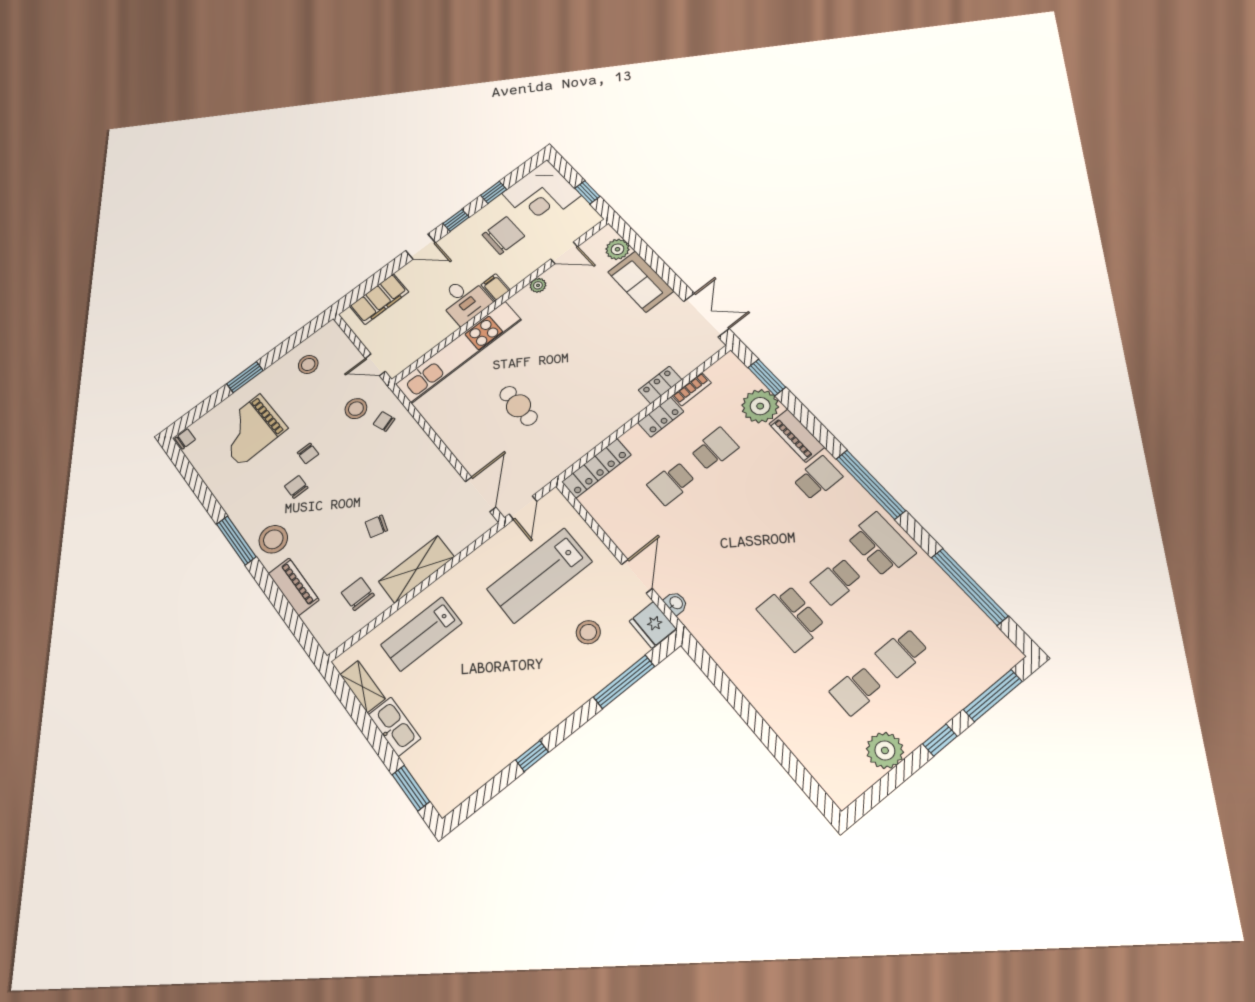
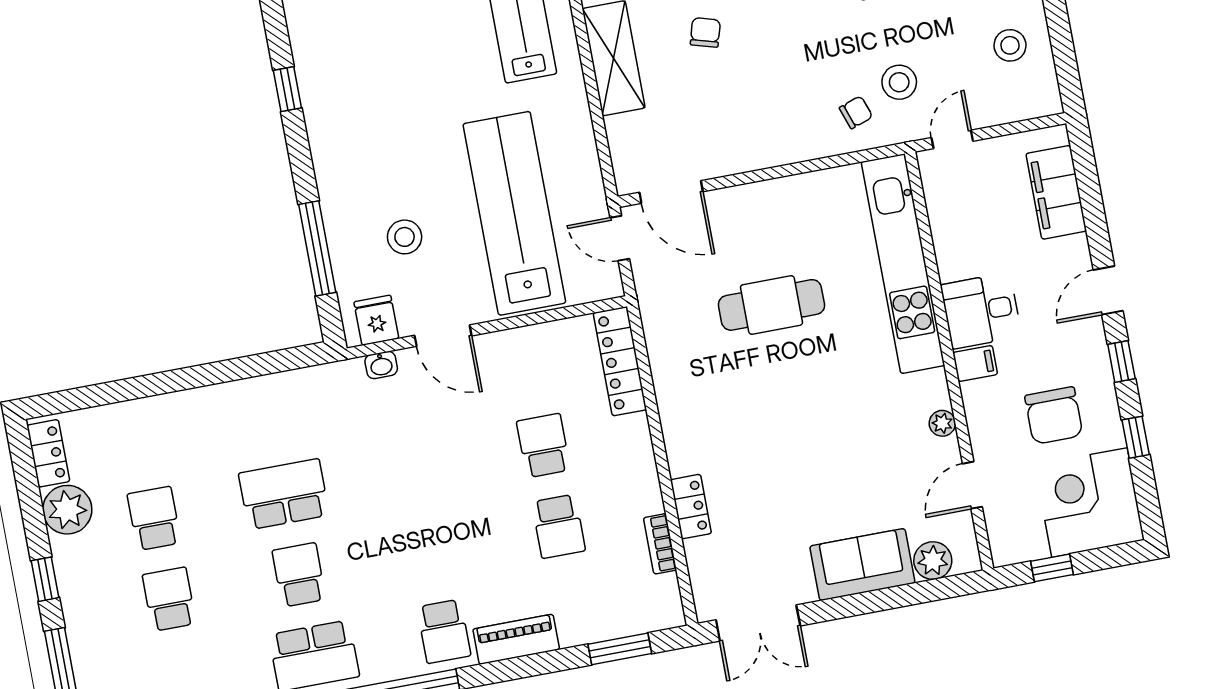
cafe table: (518, 406) -> (771, 305), width x1.37, depth x1.35
plant: (760, 406) -> (584, 617), removed
locker: (661, 417) -> (48, 453), moved, turned 180
lab bench: (539, 575) -> (514, 213), width x1.36
fridge: (653, 625) -> (376, 320), width x0.72

